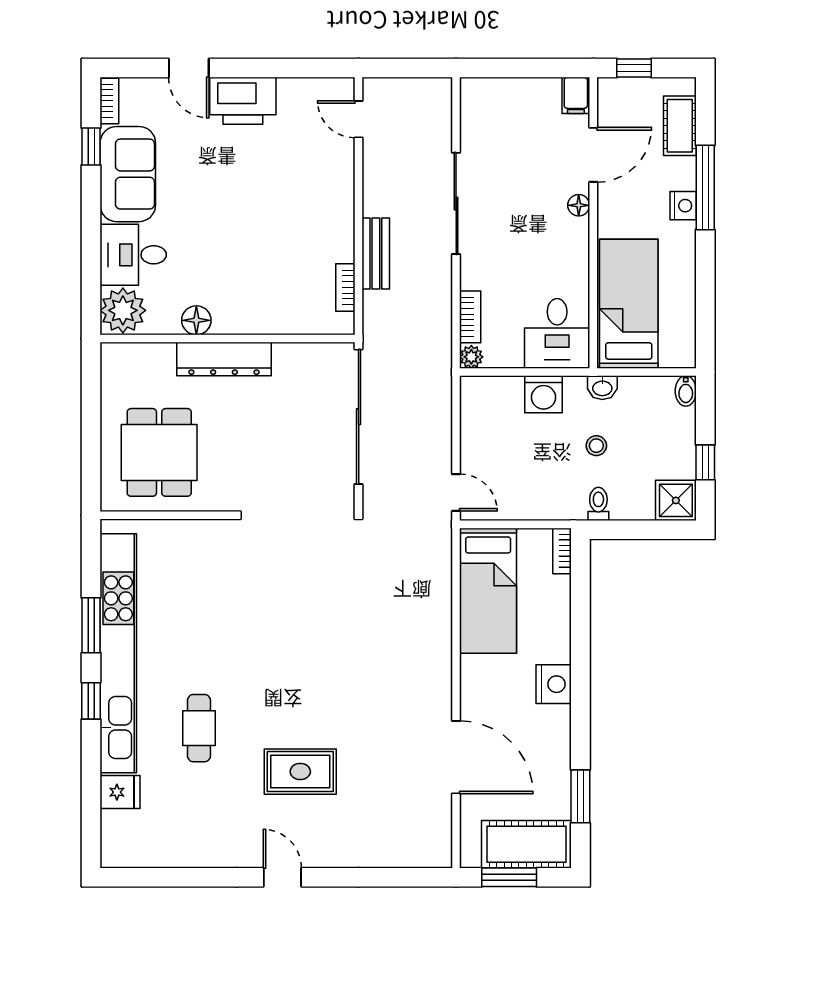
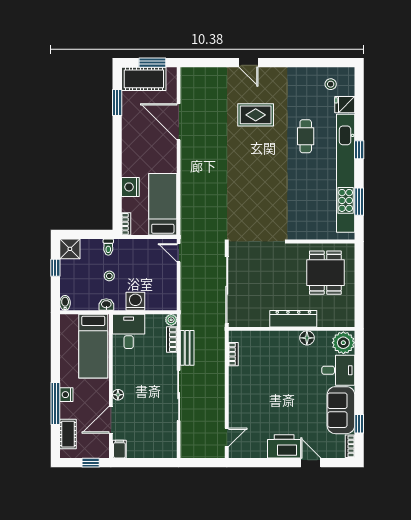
door: (359, 119) -> (227, 437), hinge flipped
bench: (376, 253) -> (187, 348), moved
window: (91, 625) -> (359, 202), moved
nightstand: (554, 684) -> (130, 187), moved
stool: (148, 834) -> (331, 84), added
door: (282, 877) -> (248, 63), moved

